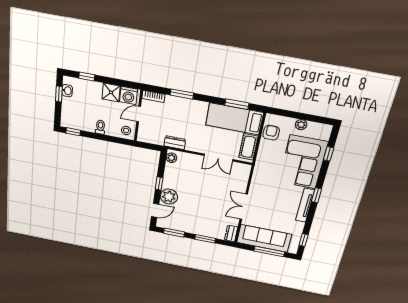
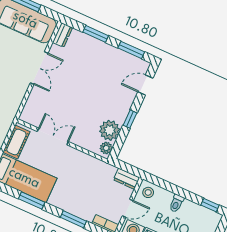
window: (237, 104) -> (32, 200), moved
dresser: (175, 143) -> (127, 179), moved
plant: (169, 197) -> (110, 130), moved

